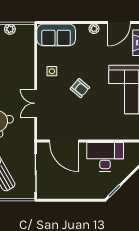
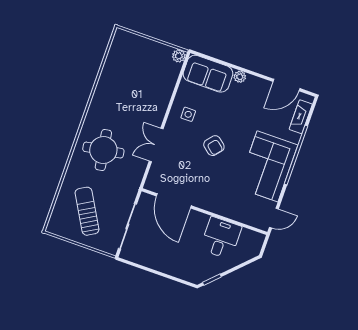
plant: (10, 29) -> (179, 56), moved
plant: (94, 29) -> (240, 77), moved
desk: (105, 157) -> (221, 238), width x0.73

